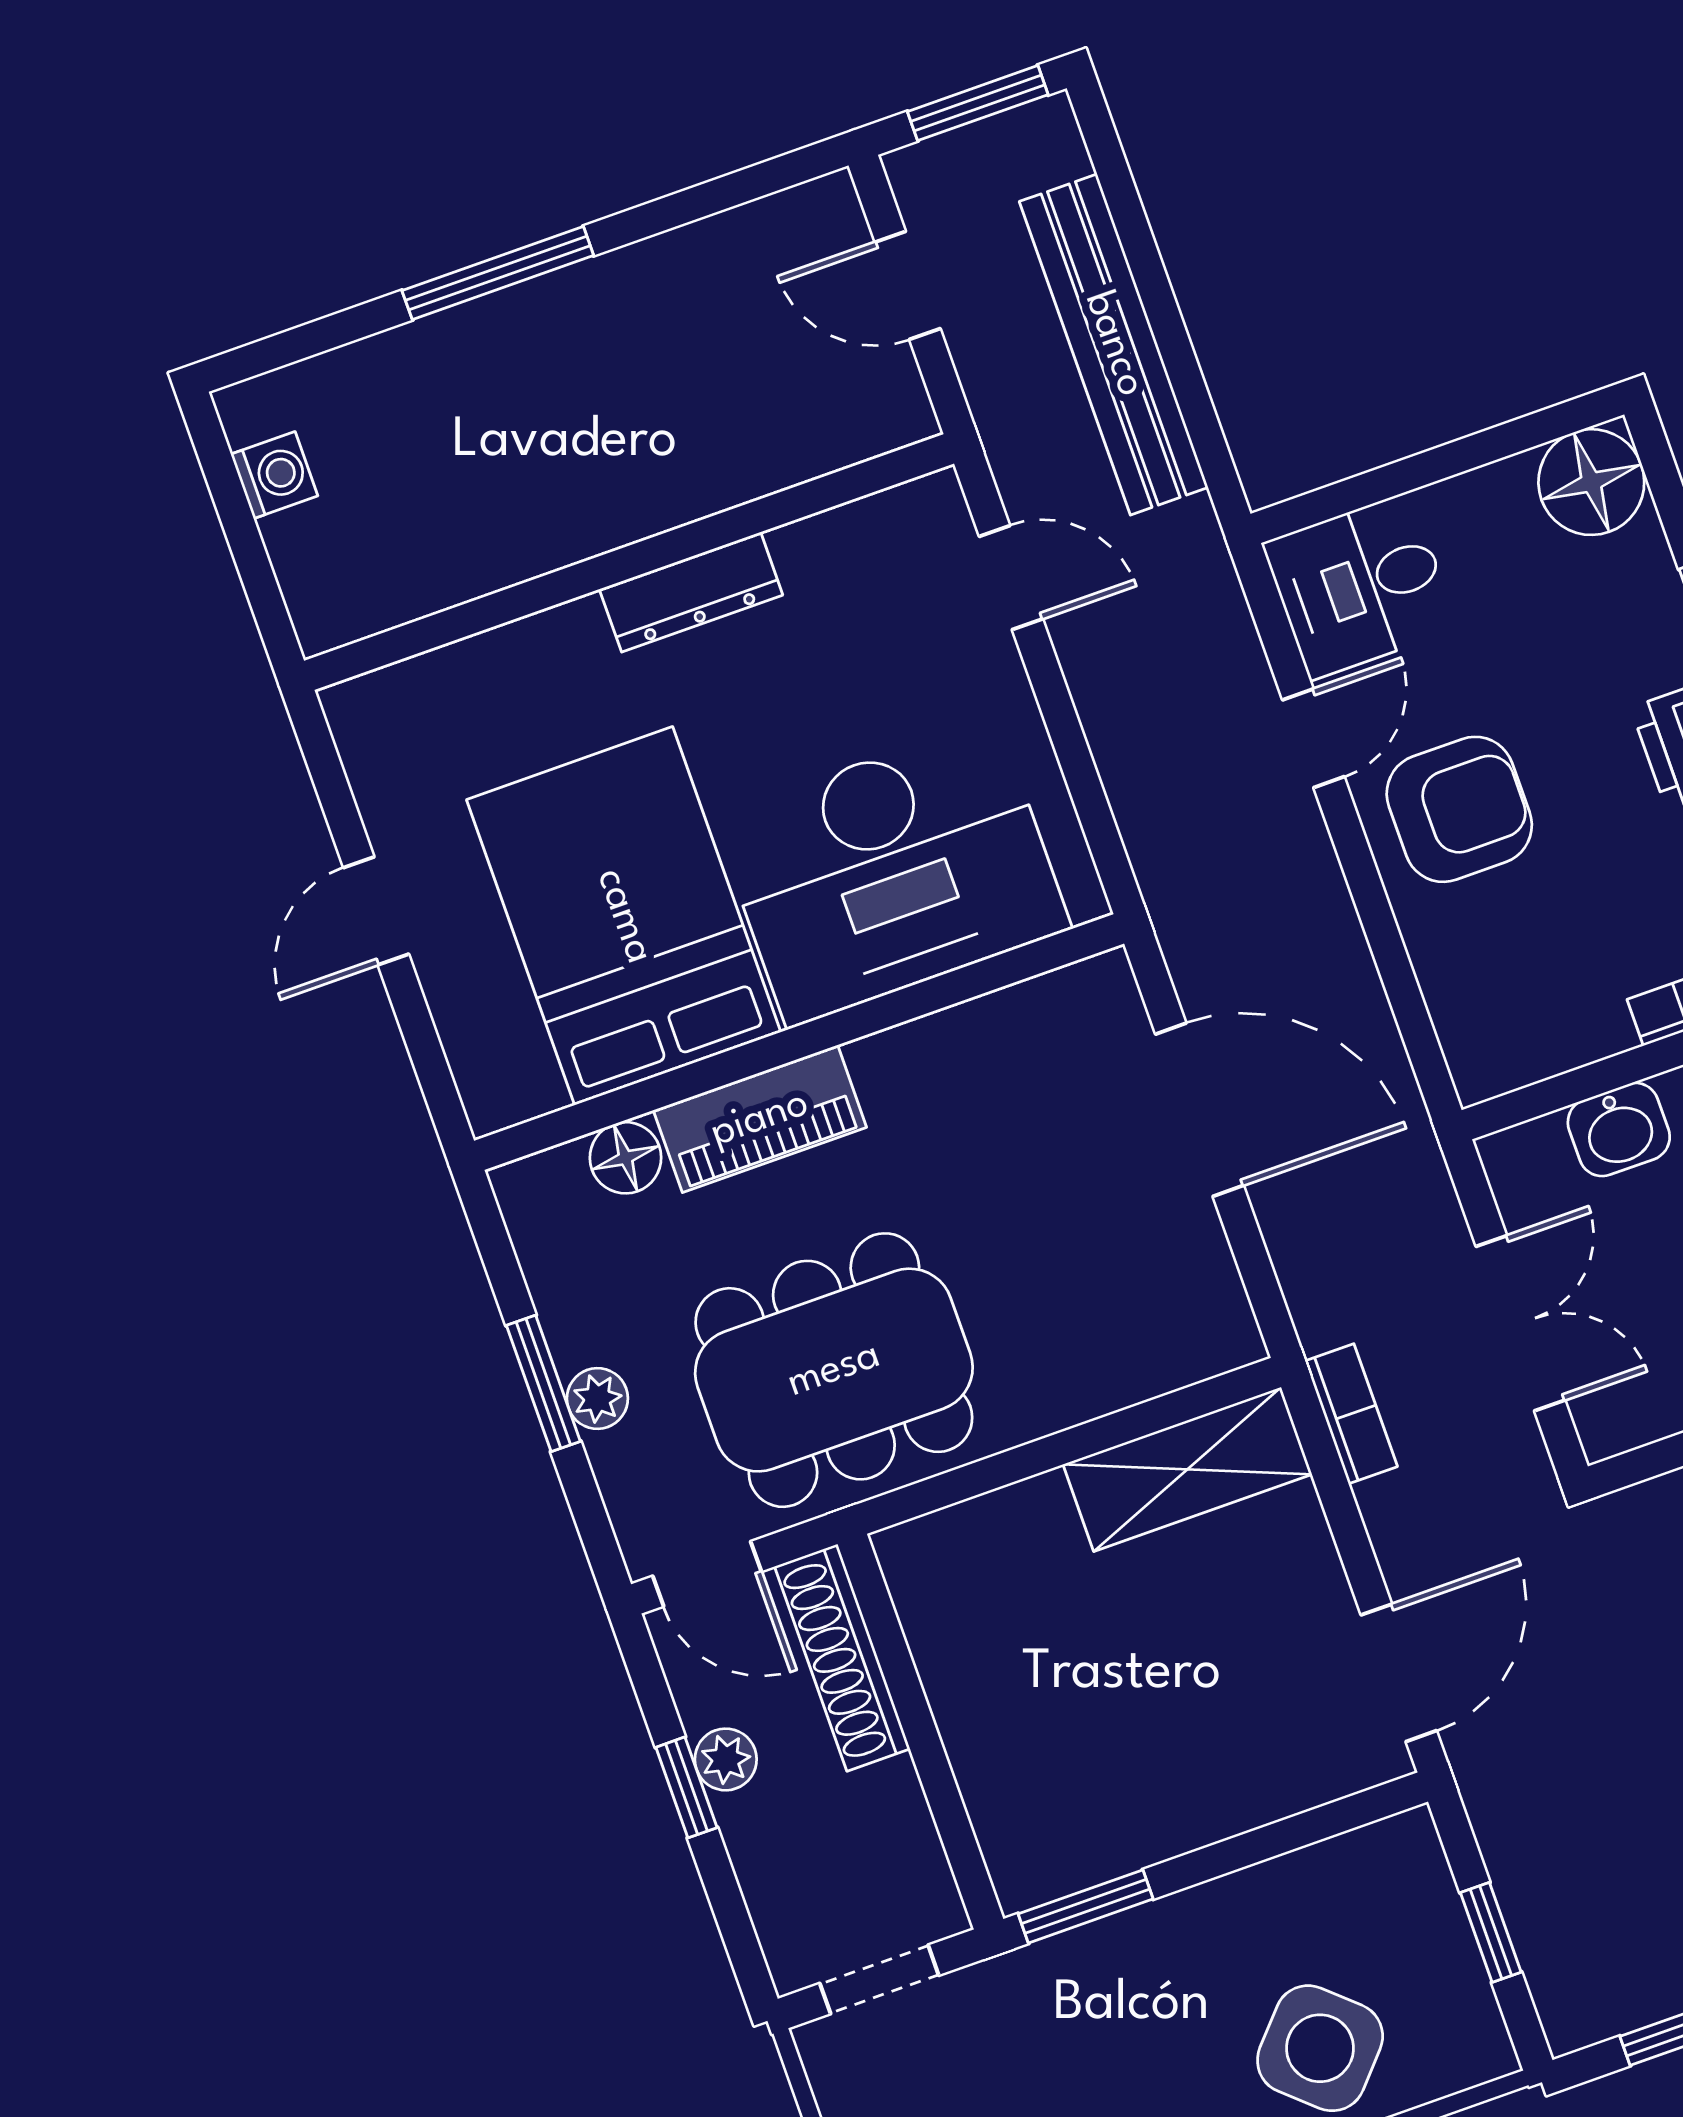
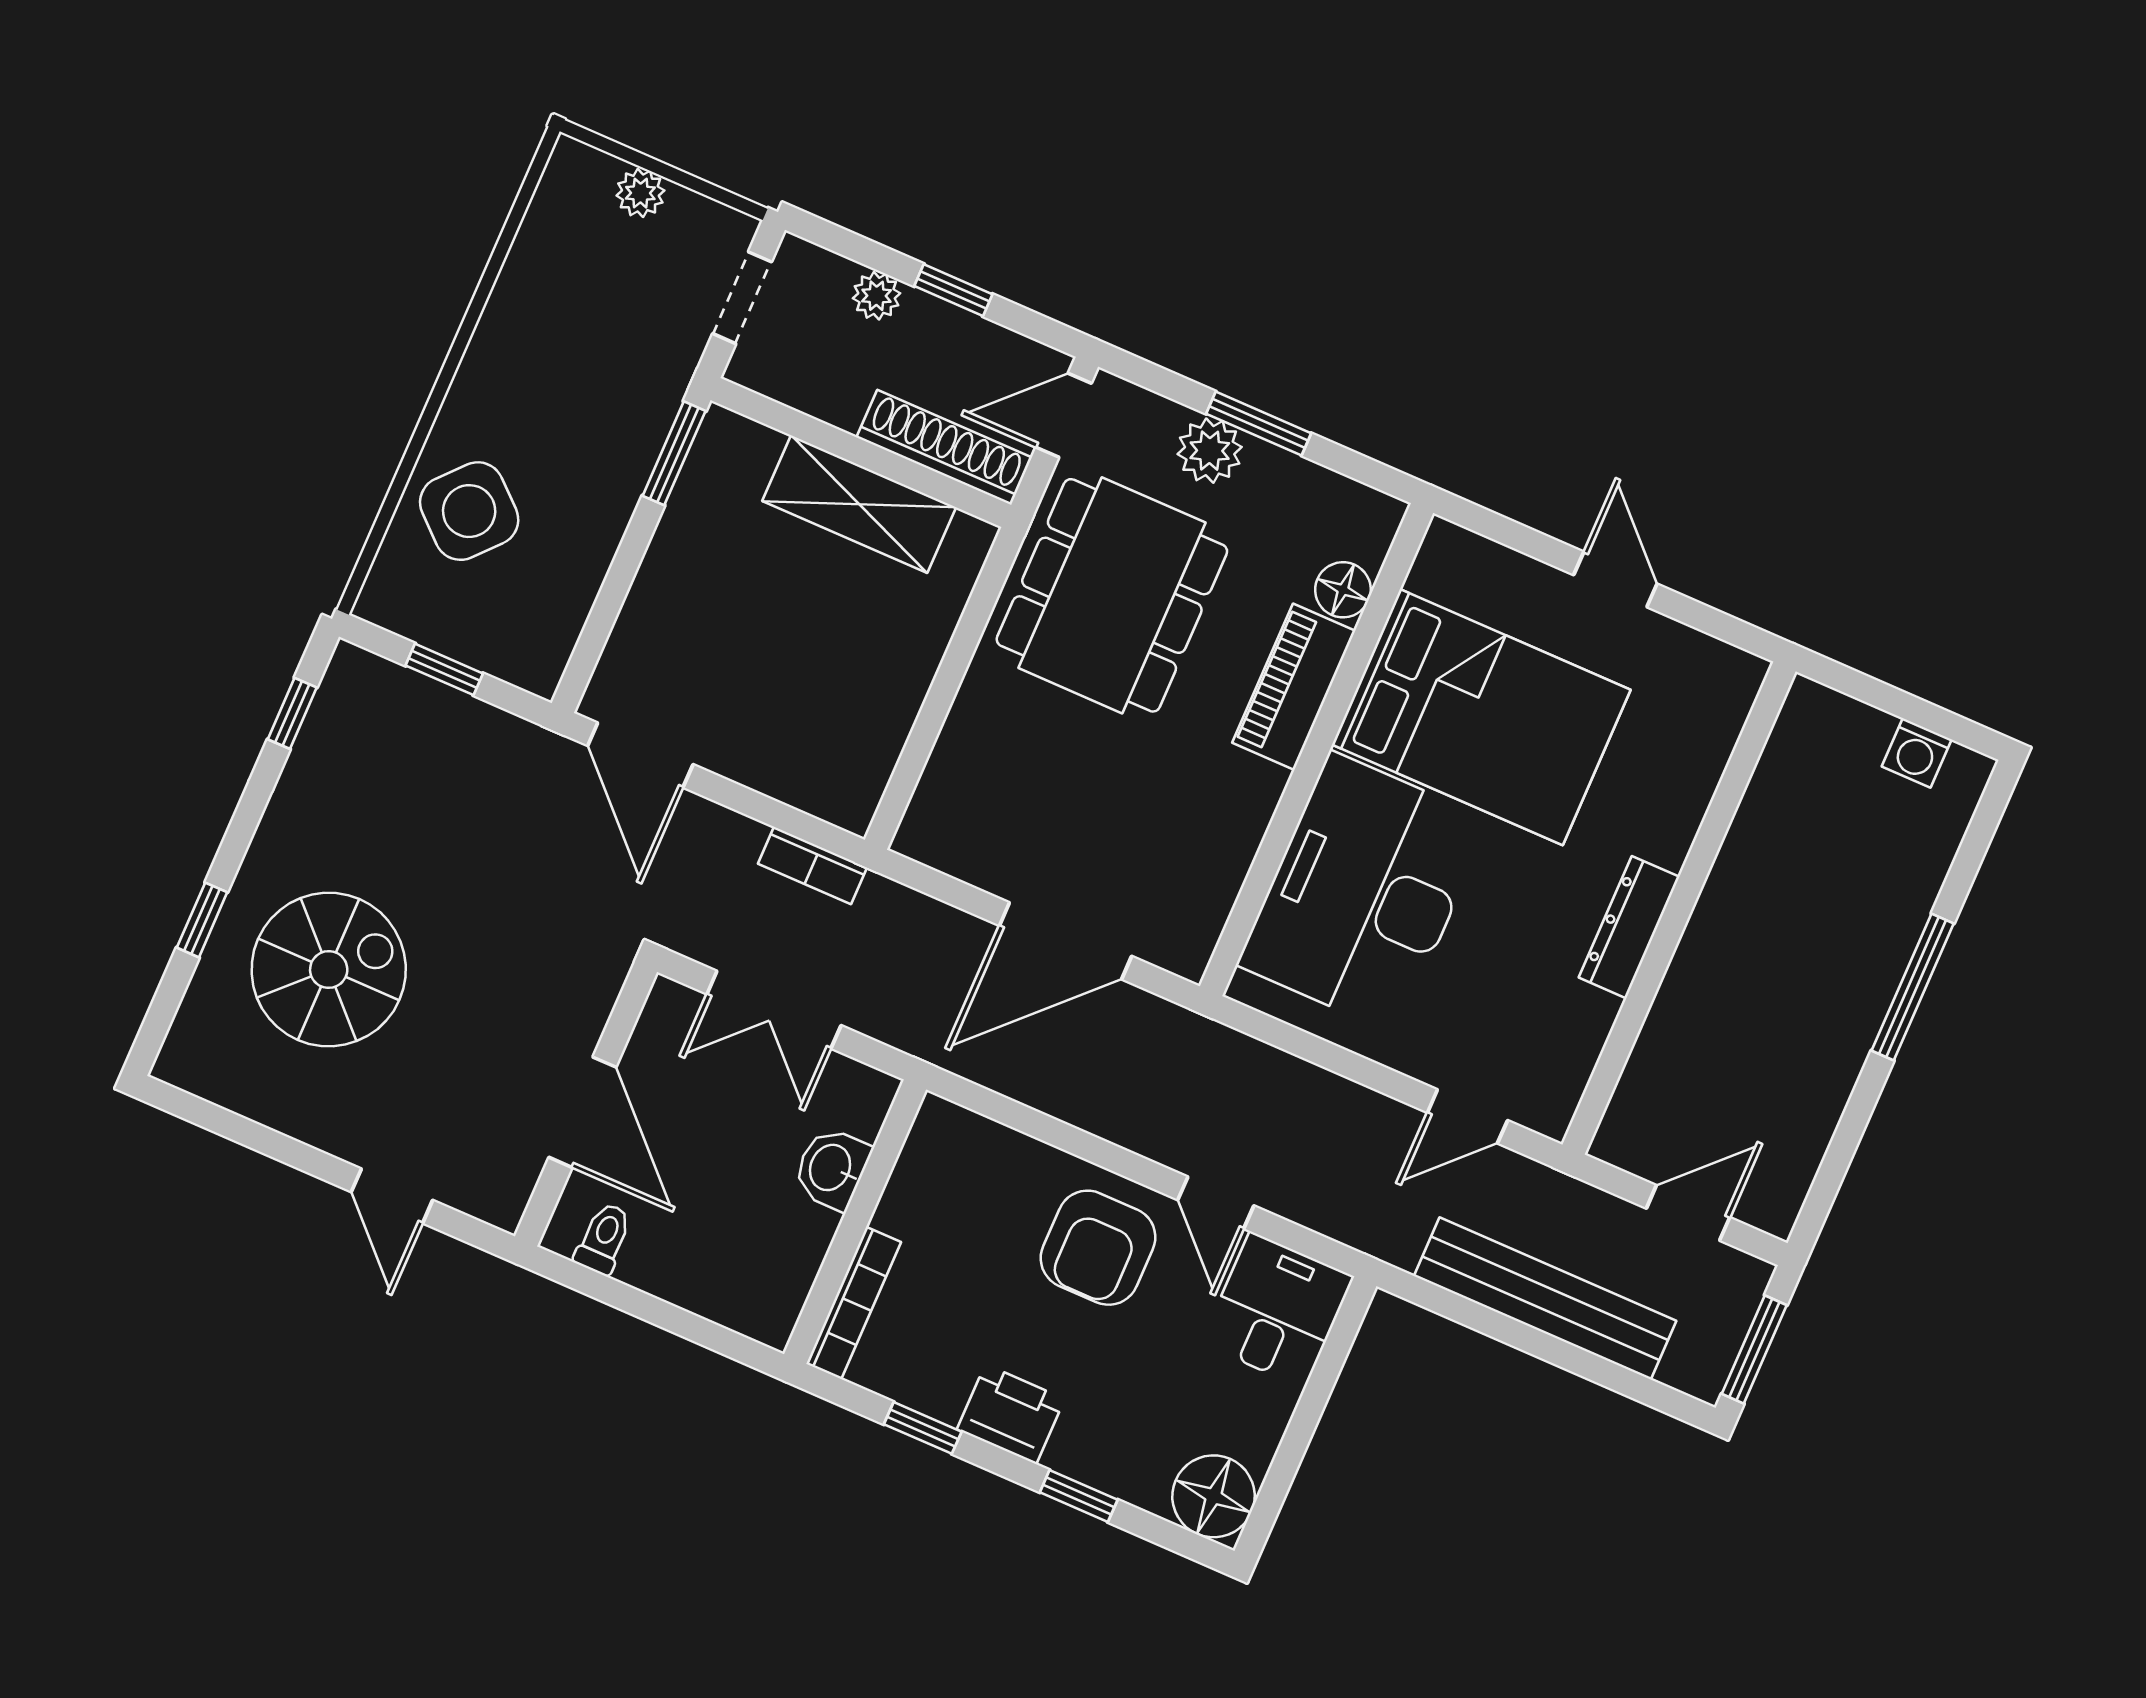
plant: (597, 1398) -> (1210, 451), width x1.38, depth x1.38
shelving: (1187, 1469) -> (859, 504), moved, turned 90
plant: (726, 1759) -> (876, 296), moved

